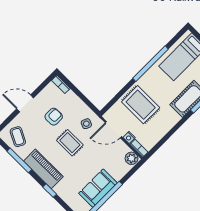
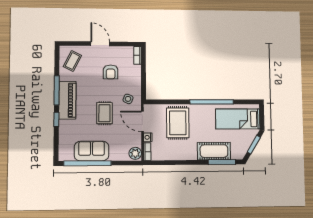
armchair: (54, 117) -> (111, 72), turned 90
rug: (70, 143) -> (104, 113), moved
window: (19, 160) -> (57, 90), moved

